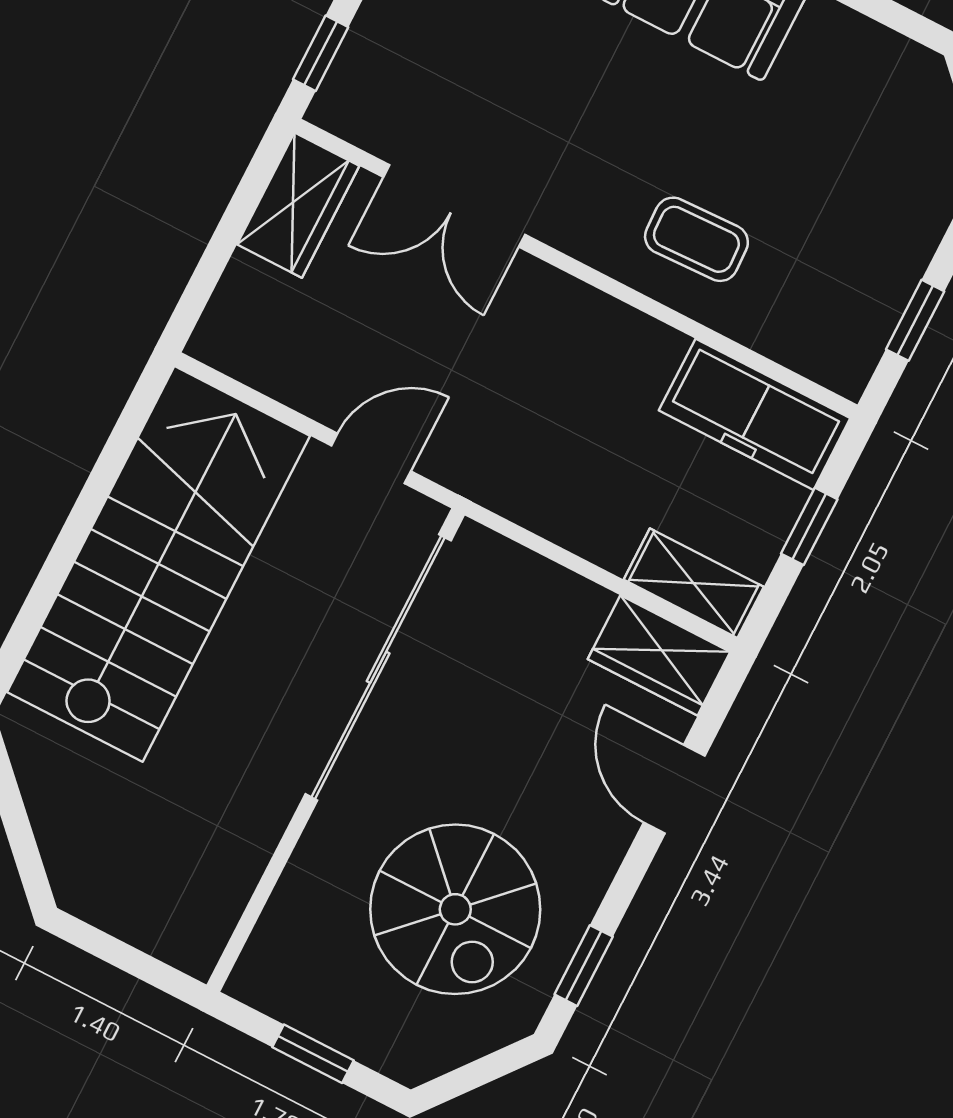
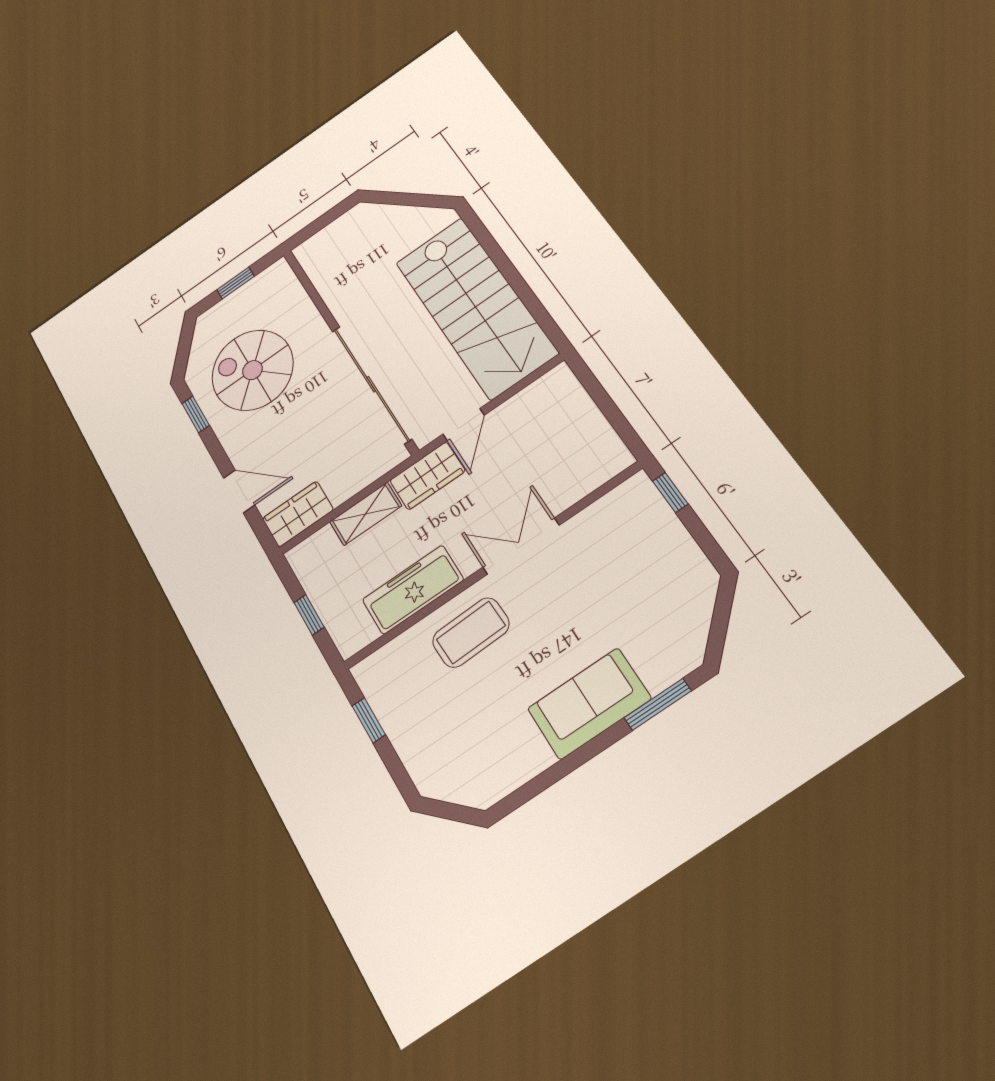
wardrobe: (298, 205) -> (427, 476), moved, turned -90
double door: (454, 206) -> (521, 546), moved
coffee table: (696, 239) -> (471, 633), width x1.36, depth x1.30
freezer: (755, 414) -> (413, 590), moved
shelving: (694, 583) -> (366, 514), moved

